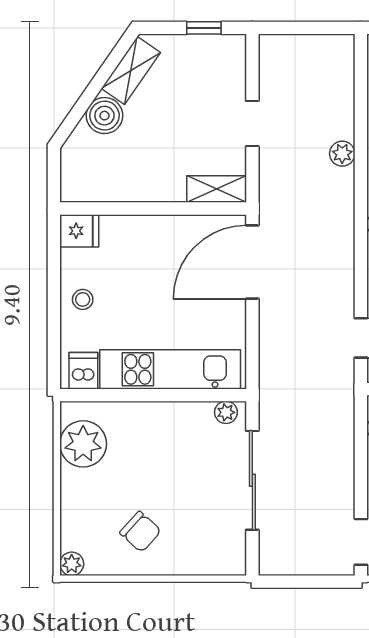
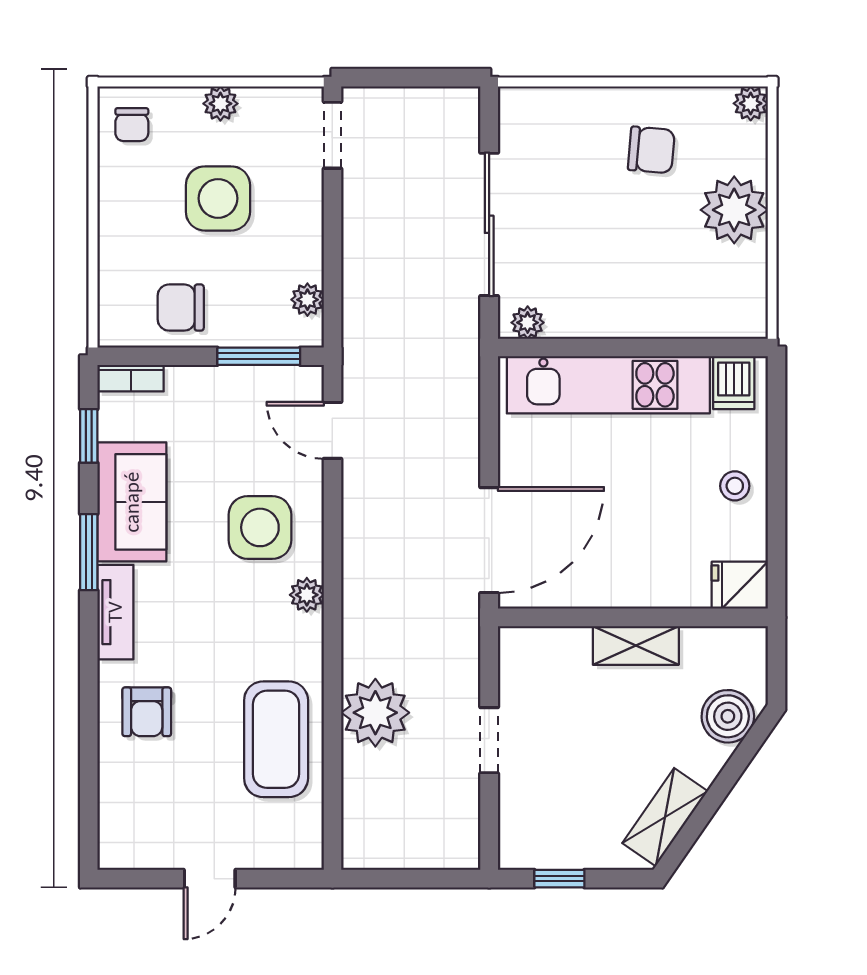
boiler: (104, 116) -> (728, 716), moved
plant: (342, 154) -> (375, 713), width x1.87, depth x1.87
shelving: (217, 189) -> (636, 645), moved
plant: (83, 444) -> (734, 210), moved
chair: (140, 532) -> (651, 150), turned 143

